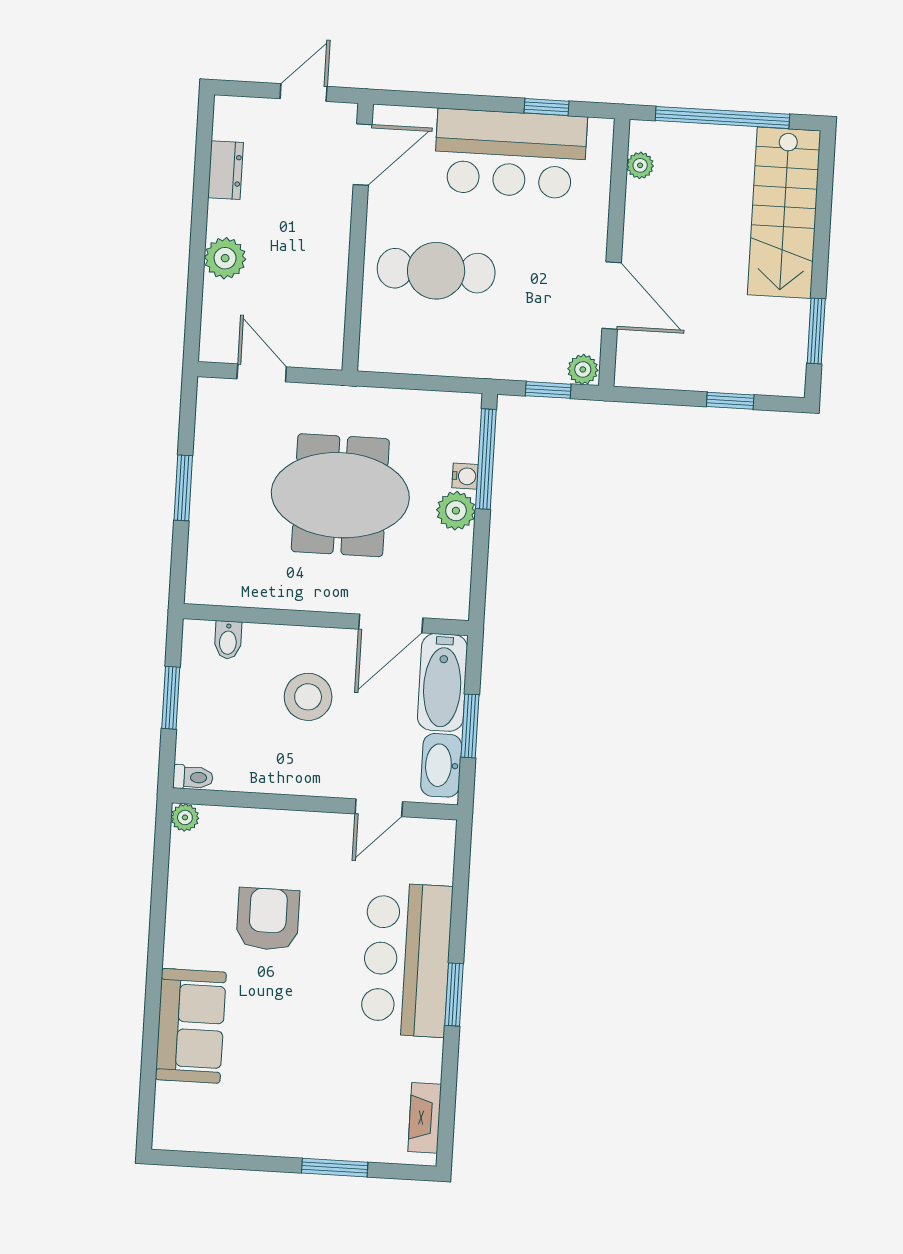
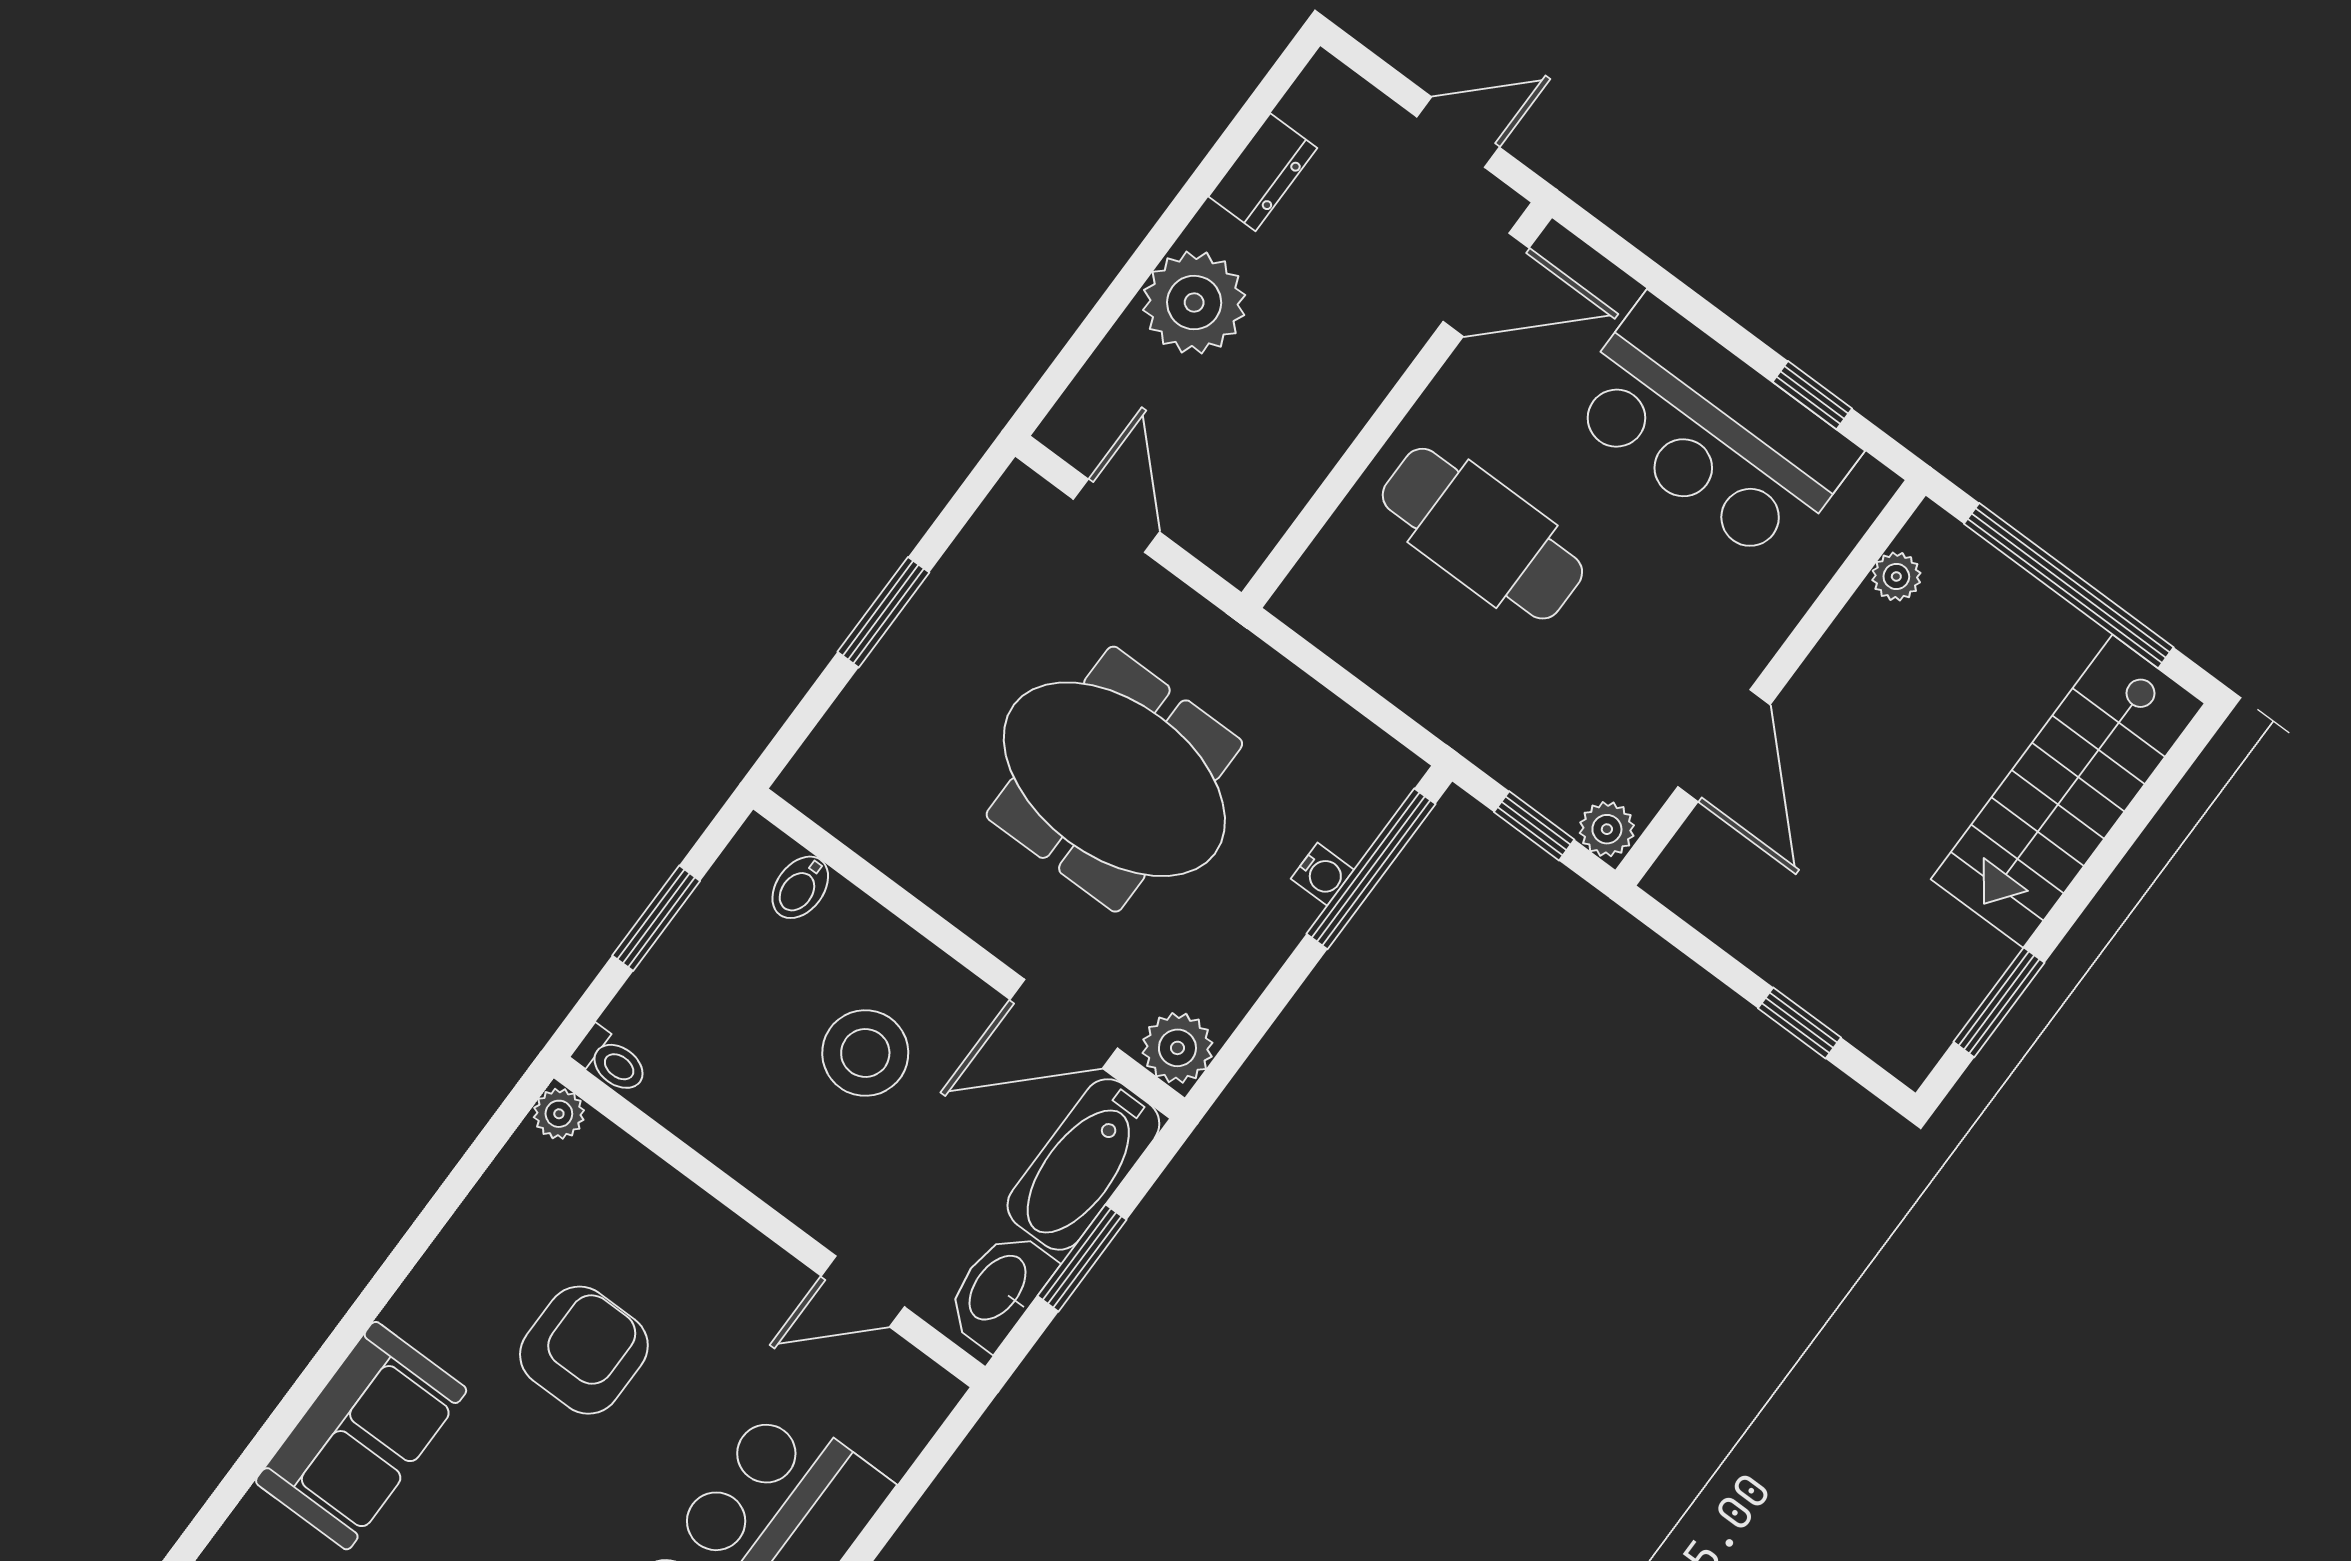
plant: (225, 258) -> (1194, 303), width x1.36, depth x1.36
plant: (456, 511) -> (1177, 1048), moved

